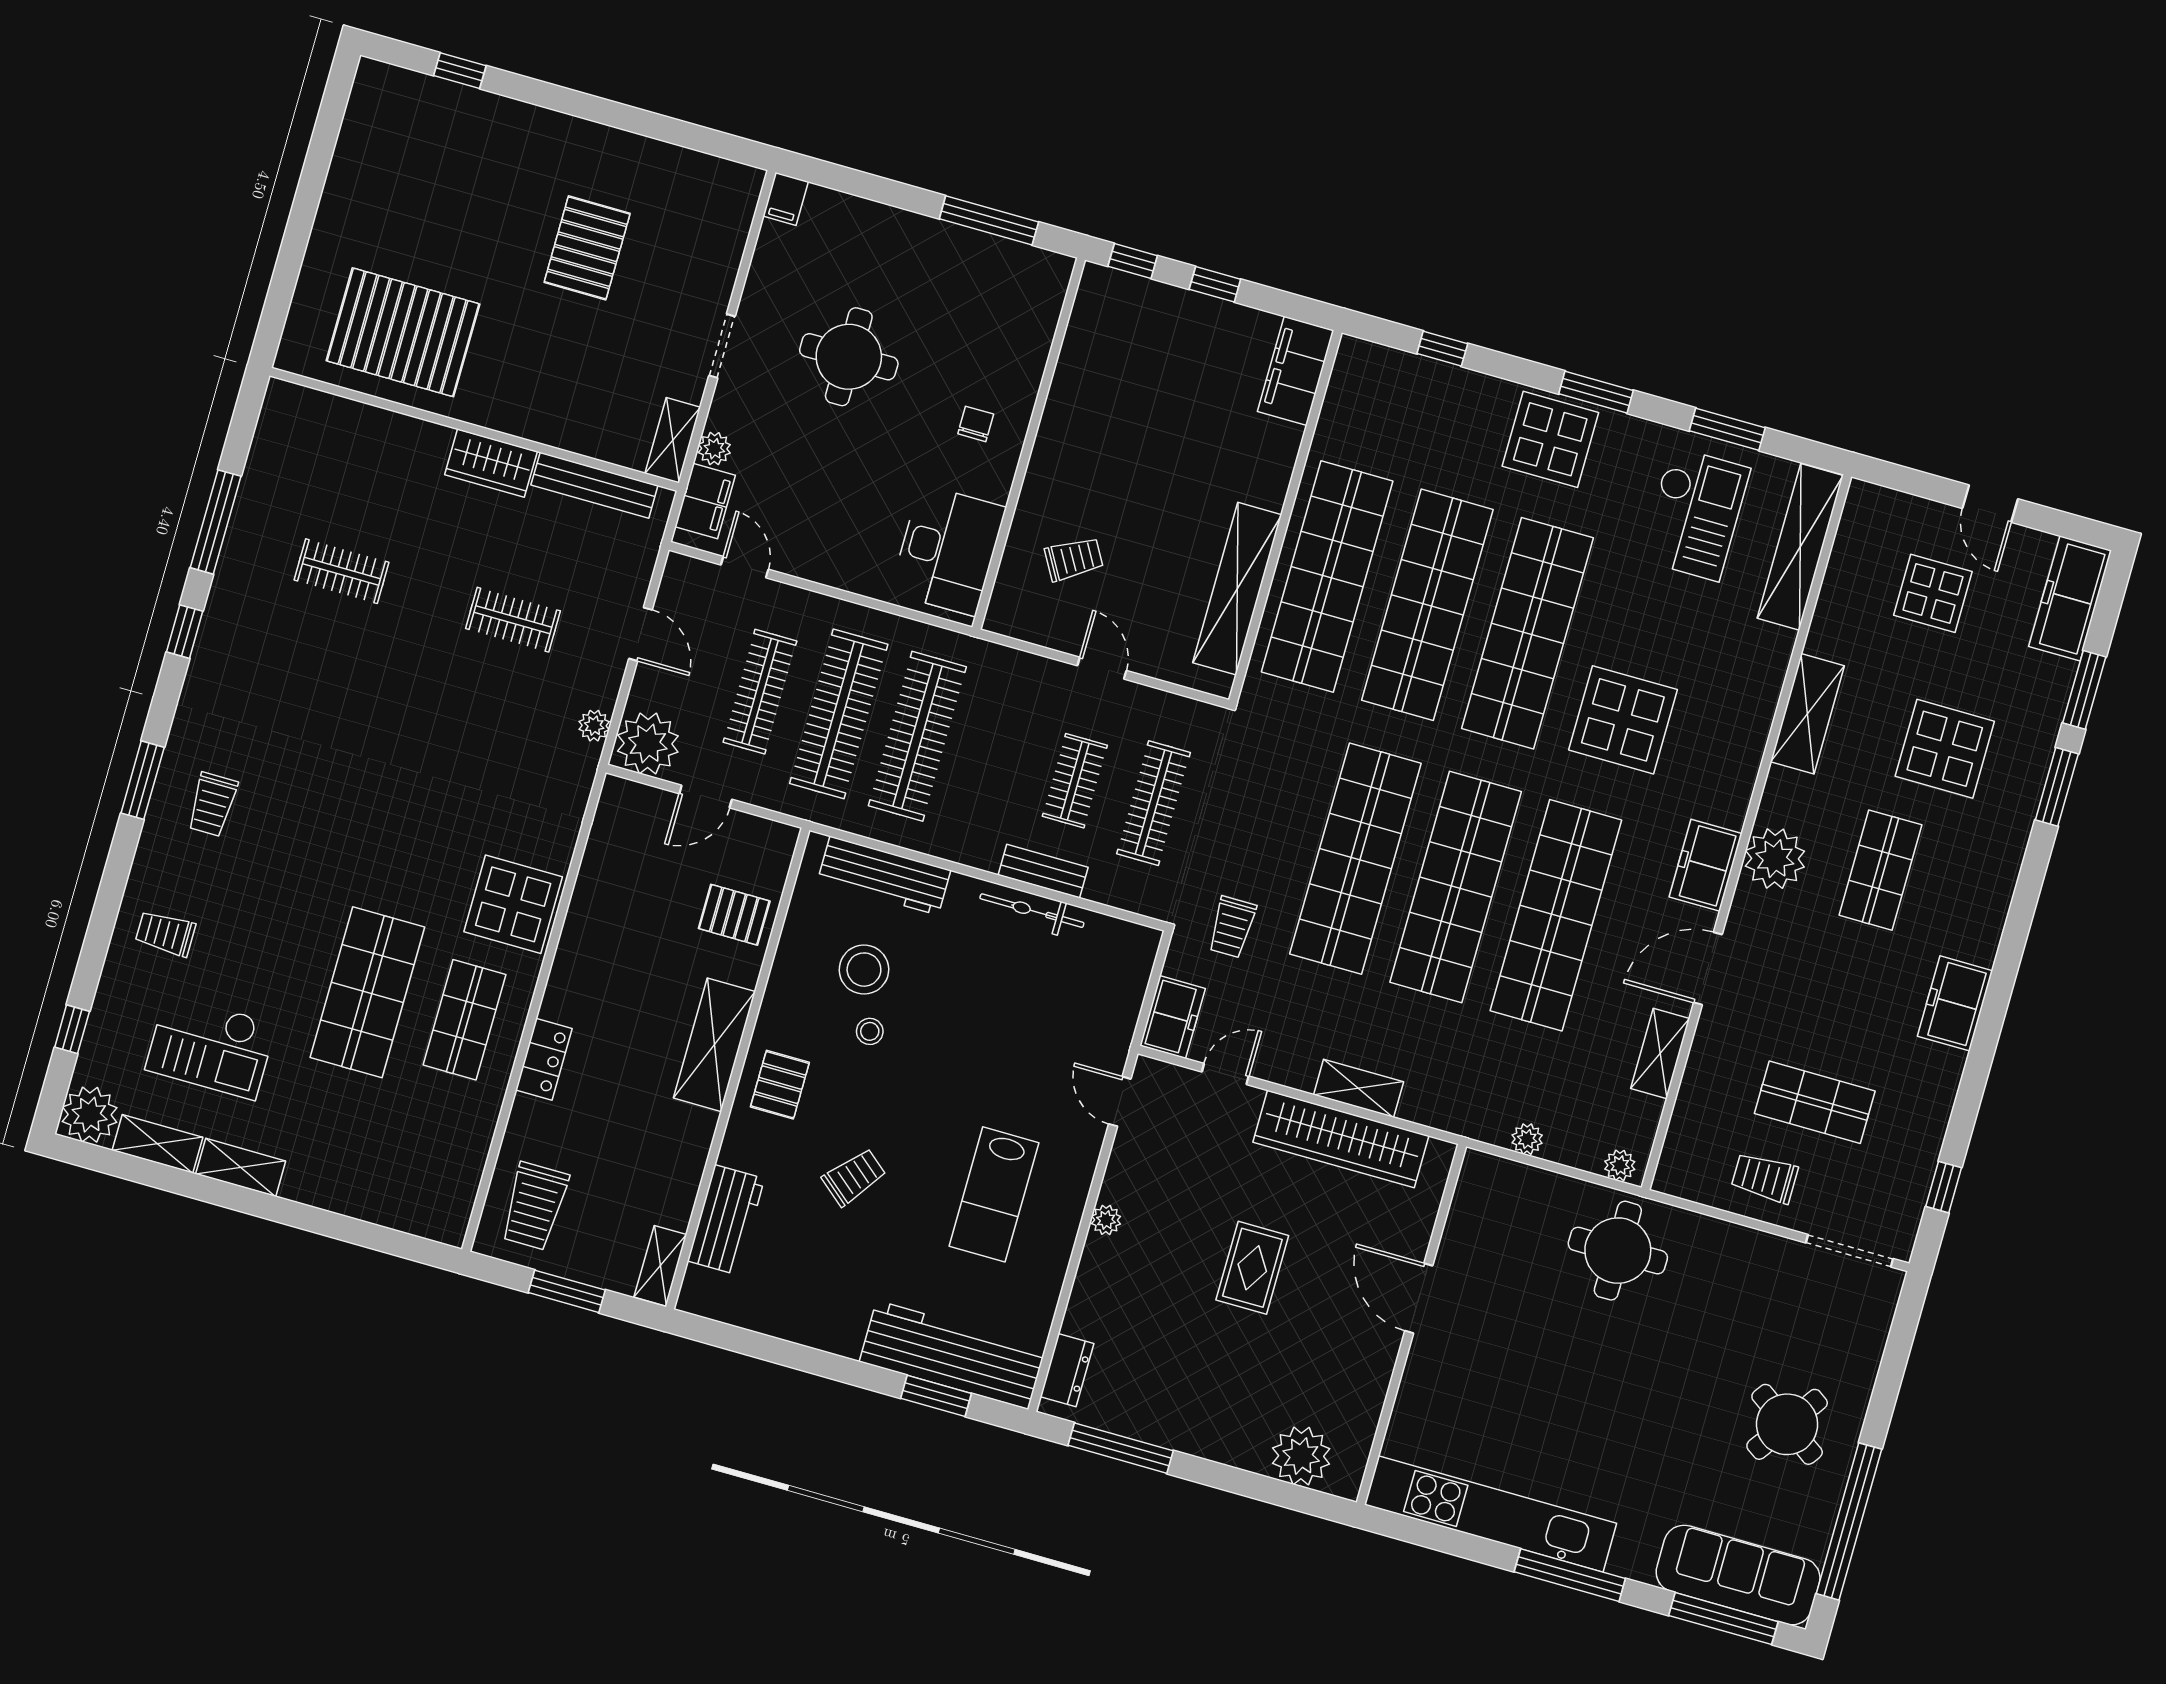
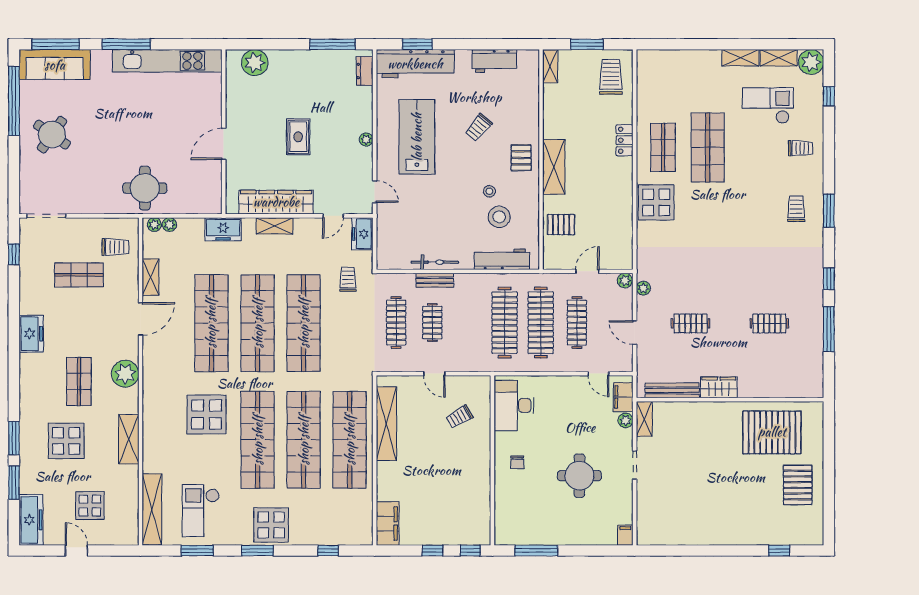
pallet: (587, 248) -> (798, 485), moved
plant: (648, 743) -> (625, 281), width x0.53, depth x0.53
freezer: (1706, 865) -> (223, 229), moved, turned 90
plant: (1527, 1139) -> (169, 225), moved
trolley: (1765, 1178) -> (115, 247), moved
lab bench: (994, 1194) -> (417, 137), width x1.36, depth x1.39
workbench: (726, 1220) -> (494, 61), moved, turned -90
door: (1419, 1298) -> (224, 144), swing flipped

